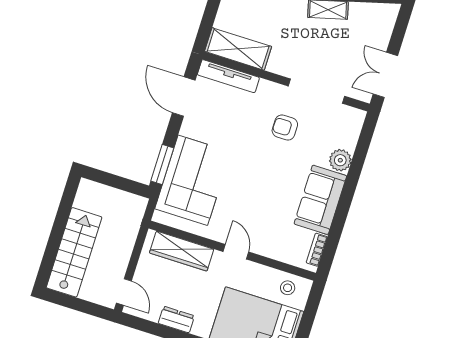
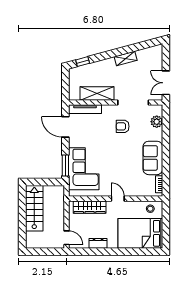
shelving: (238, 49) -> (97, 93), moved
plant: (340, 160) -> (157, 122), moved
stairs: (74, 252) -> (34, 208), moved

